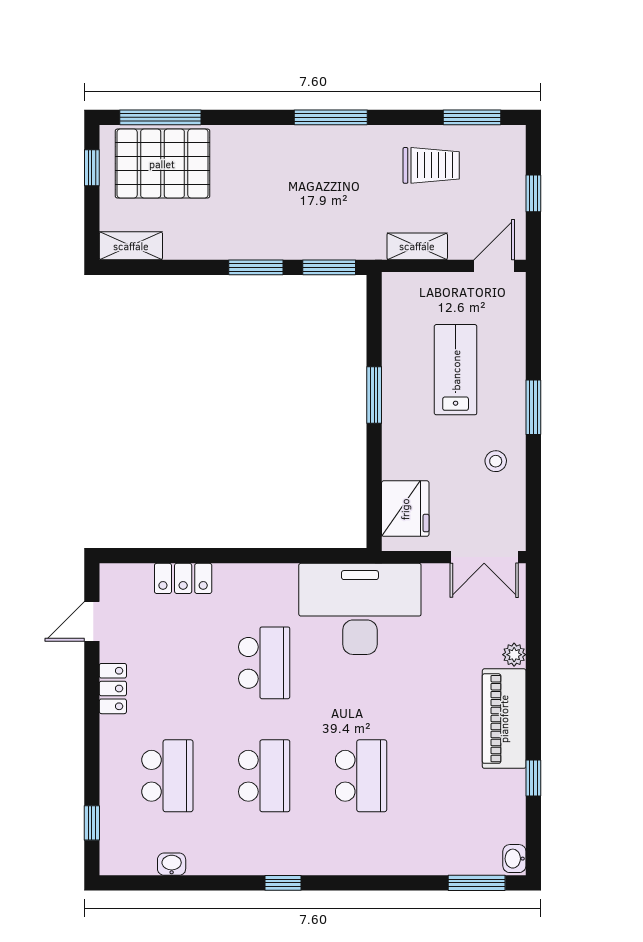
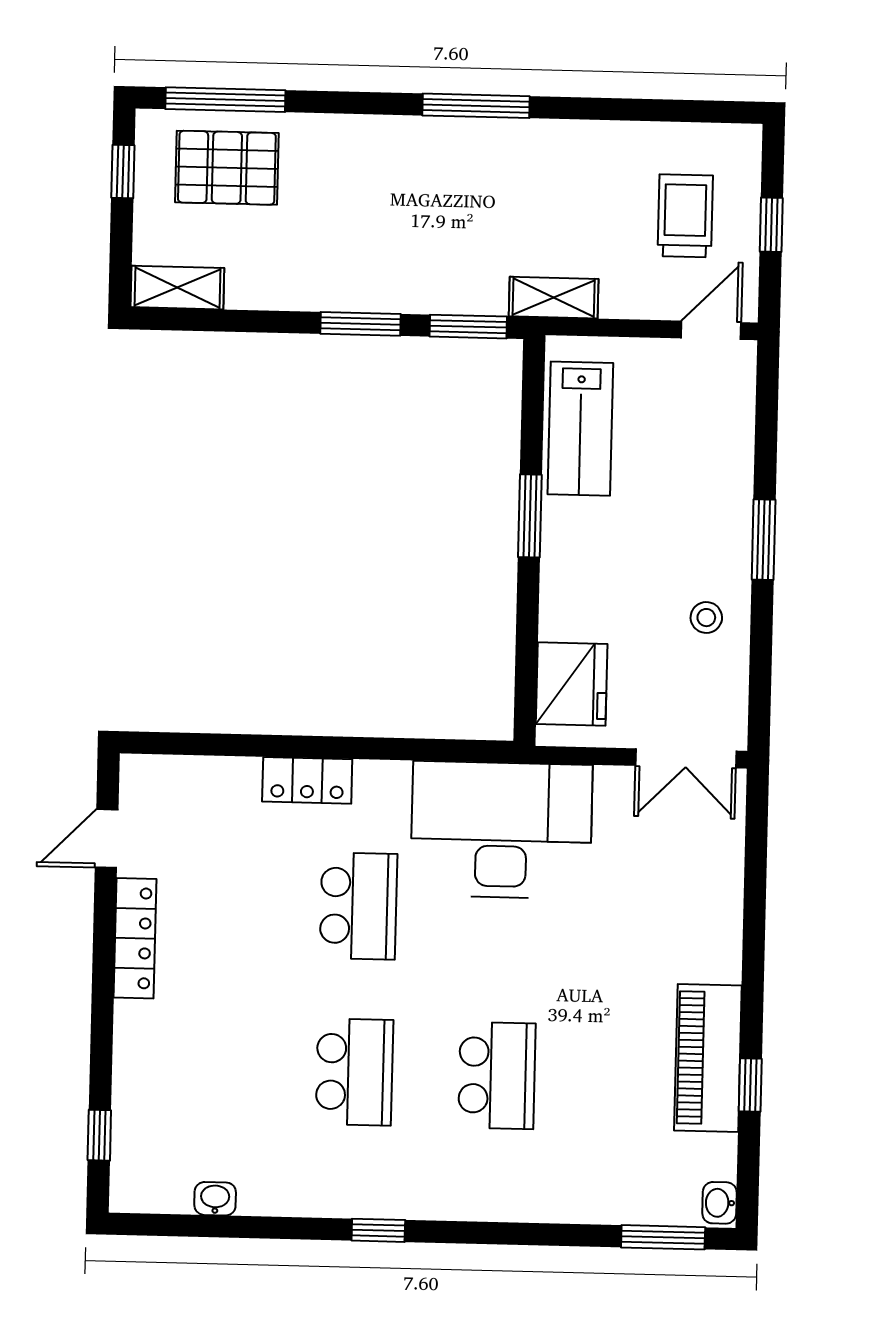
window: (472, 117) -> (684, 111), removed
pallet: (162, 164) -> (227, 168), width x0.73, depth x0.71
trolley: (431, 165) -> (685, 216), moved, turned -90
shelving: (417, 246) -> (554, 298), moved
lab bench: (456, 370) -> (580, 429), moved, turned 180
locker: (183, 578) -> (307, 780), moved
plant: (514, 655) -> (726, 903), removed
locker: (113, 689) -> (135, 938), width x1.53
piano: (504, 719) -> (708, 1058), moved
school desk: (167, 776) -> (212, 1069), removed

